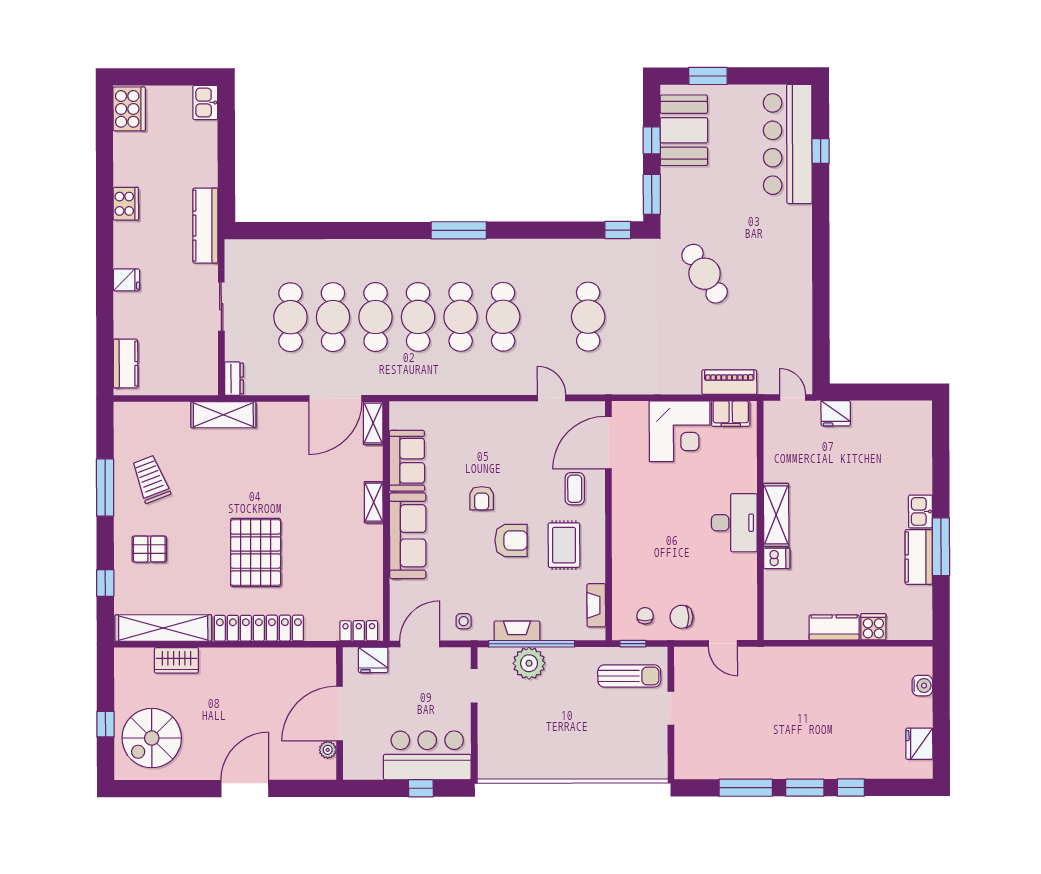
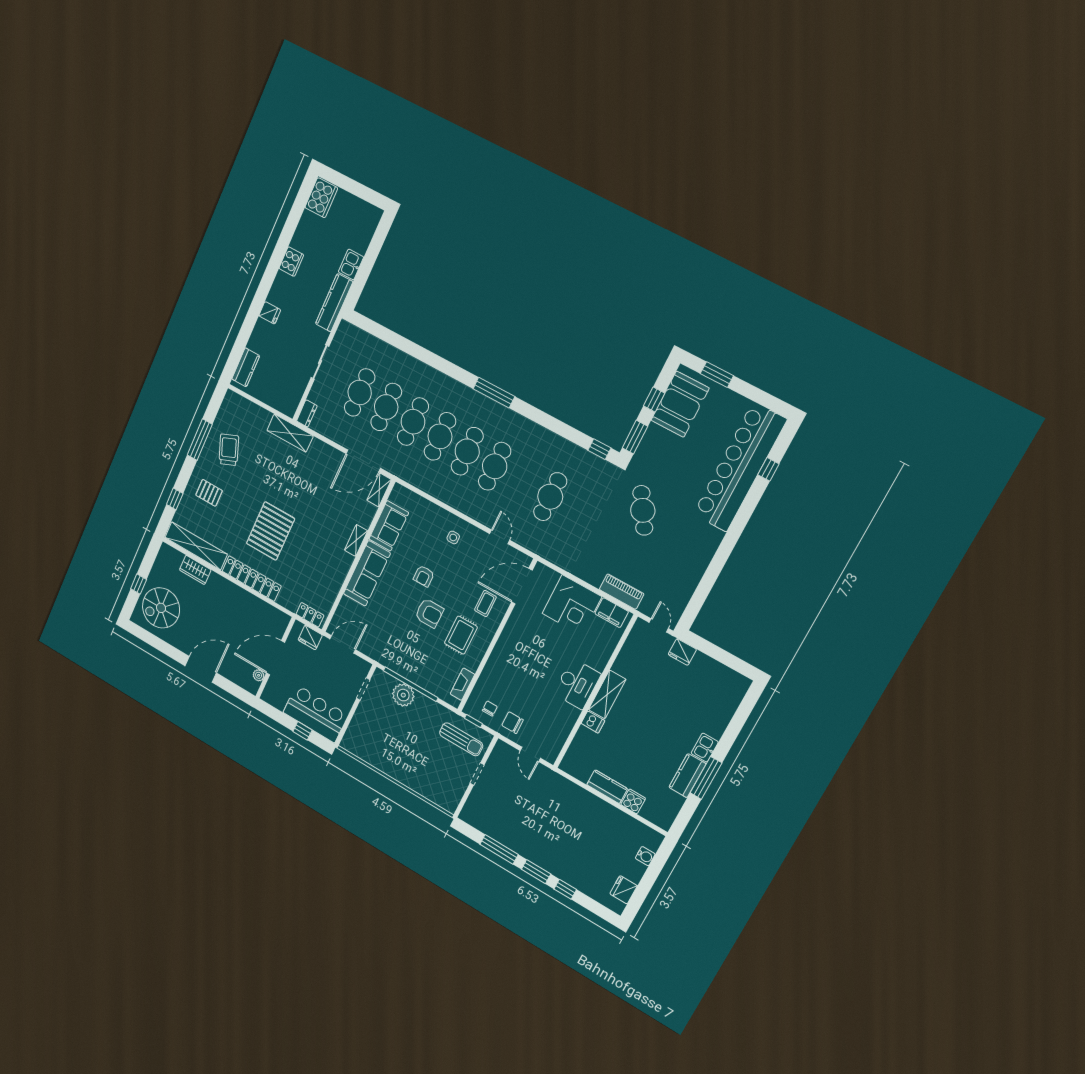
kitchen sink: (205, 103) -> (351, 264), moved
bar counter: (788, 144) -> (740, 467), width x1.36
side table: (464, 621) -> (453, 537), moved
fireplace: (517, 631) -> (406, 671), removed

